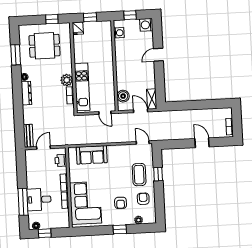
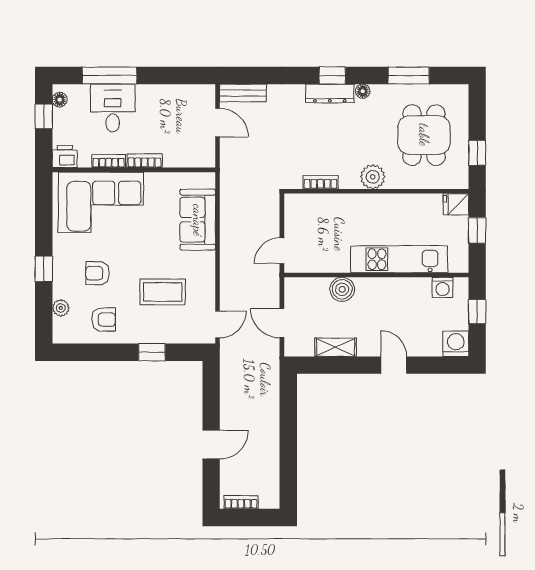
plant: (67, 80) -> (373, 177), moved
kitchen unit: (82, 87) -> (399, 259), moved, turned 180
window: (17, 92) -> (332, 75), added
boiler: (123, 96) -> (342, 289), moved
shelving: (152, 99) -> (336, 347), moved
door: (141, 111) -> (282, 323), swing flipped
printer: (61, 160) -> (65, 156), moved
coffee table: (139, 175) -> (163, 292), moved

